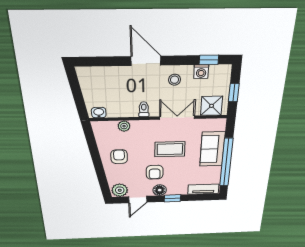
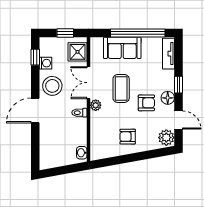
stool: (175, 80) -> (52, 86), width x1.89, depth x1.89
plant: (124, 126) -> (96, 105), moved

